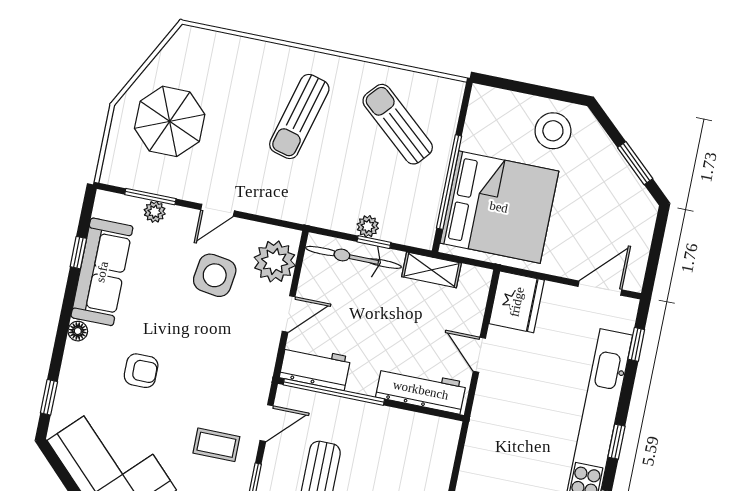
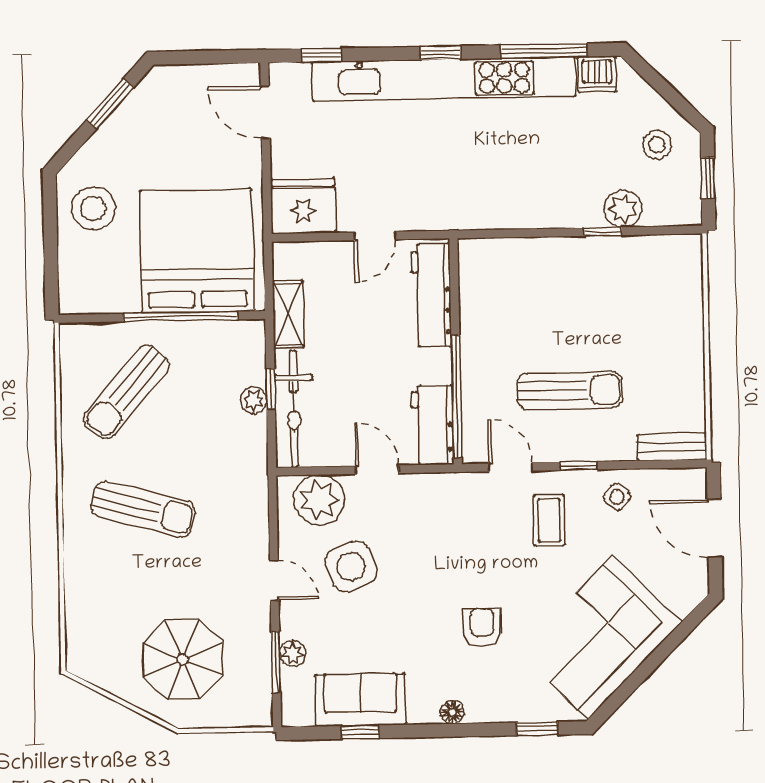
sofa: (102, 272) -> (360, 700), width x0.73
side table: (215, 275) -> (351, 567), turned -30

